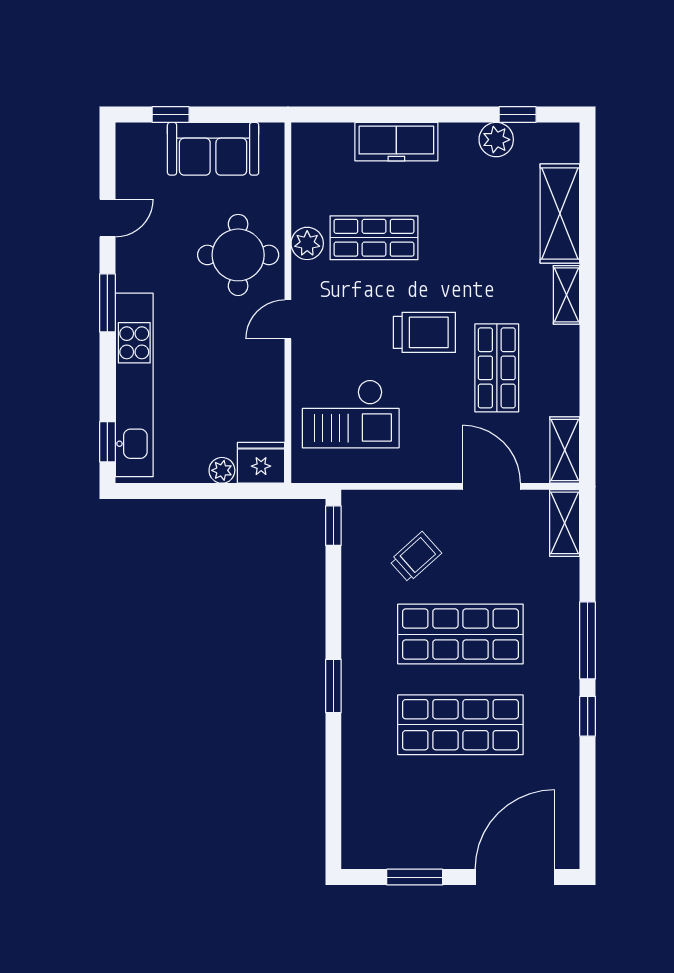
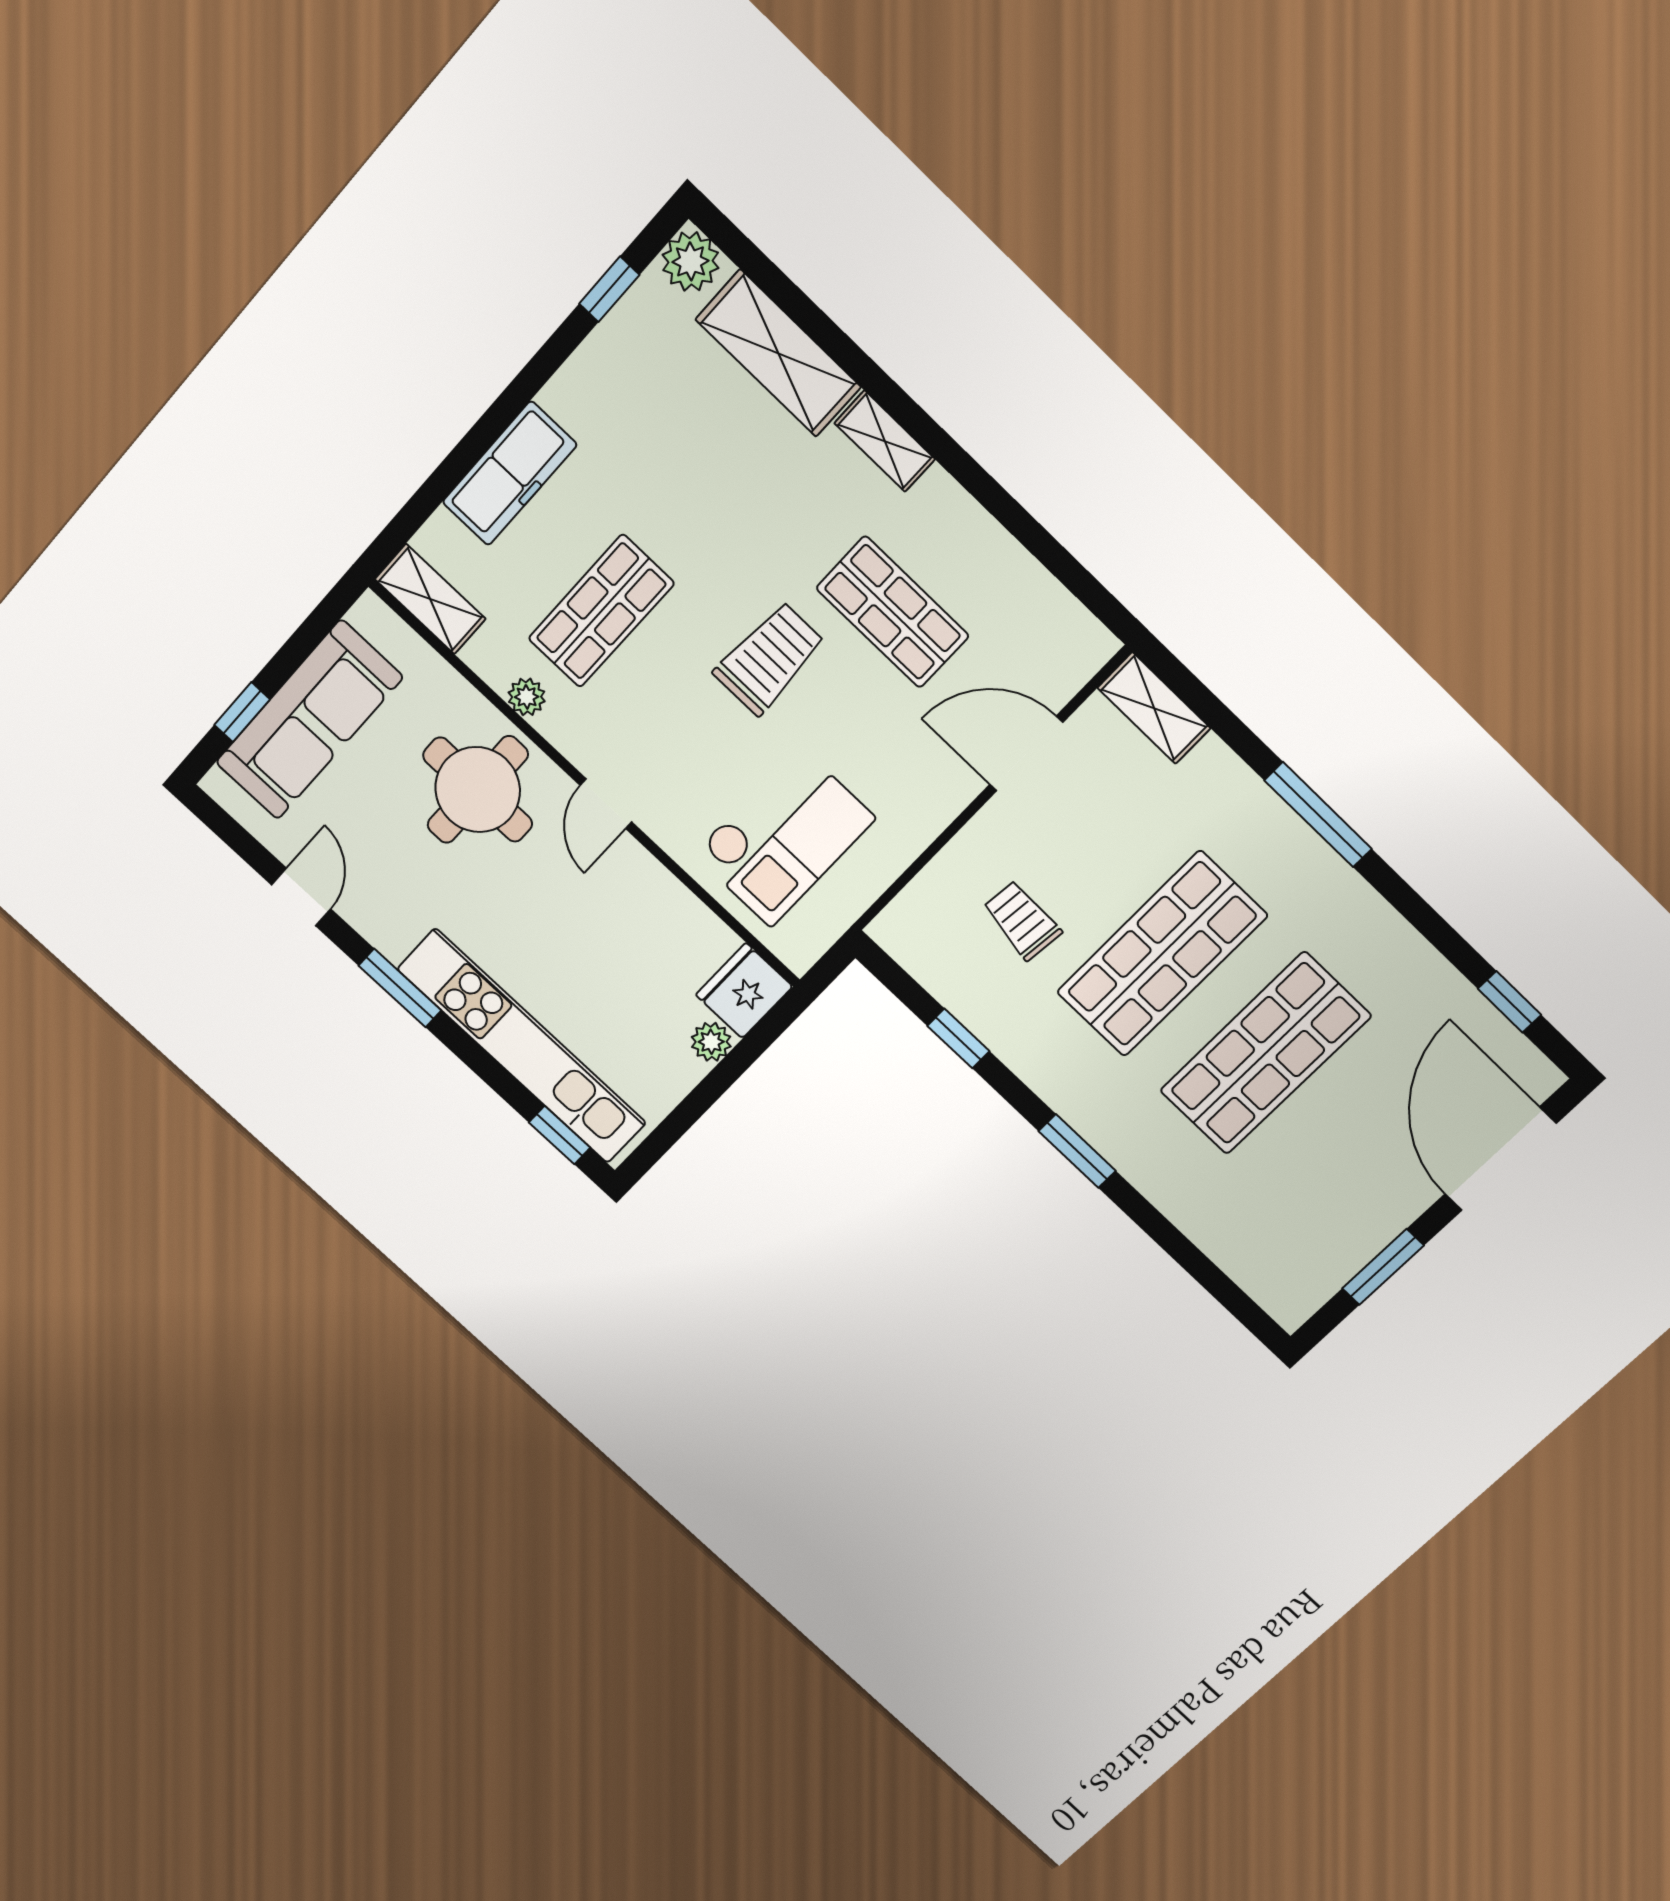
plant: (496, 140) -> (691, 261), moved
sofa: (213, 149) -> (309, 720), width x1.36
plant: (307, 243) -> (527, 697), width x0.73, depth x0.73
shelving: (565, 450) -> (430, 599), moved
window: (333, 526) -> (958, 1038), moved
trolley: (415, 557) -> (1022, 920), turned -42
window: (588, 716) -> (1509, 1002), moved

